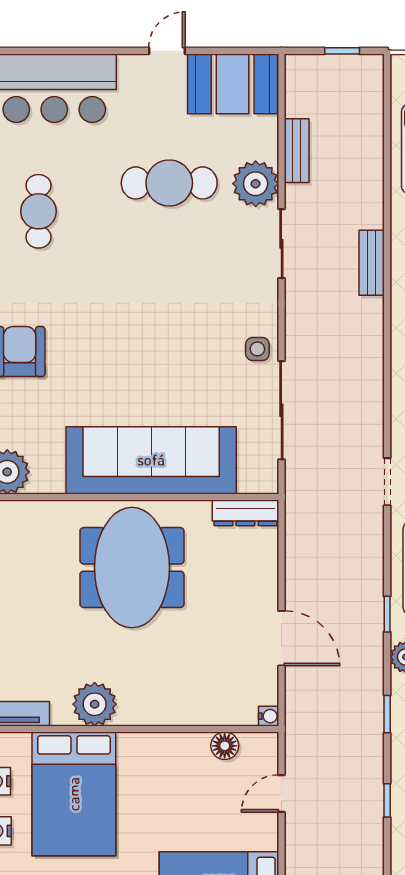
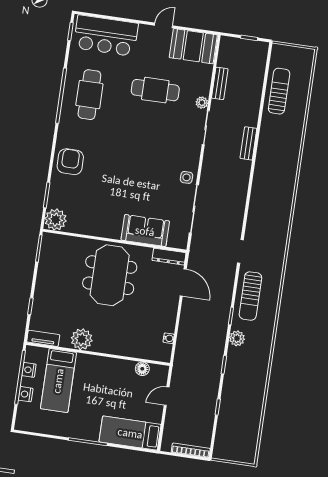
plant: (256, 184) -> (202, 103), width x0.53, depth x0.53
cafe table: (38, 211) -> (89, 95), width x1.37, depth x1.35
sofa: (151, 460) -> (145, 231), width x0.54, depth x0.79
door: (281, 638) -> (183, 282), moved
water cooler: (269, 716) -> (169, 338), moved
bed: (74, 794) -> (58, 381), width x0.67

